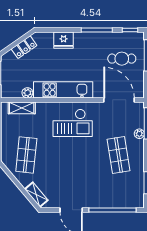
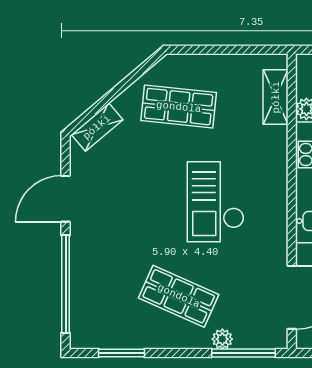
checkout: (73, 123) -> (216, 202), moved
shop shelf: (119, 155) -> (179, 296), turned 33

